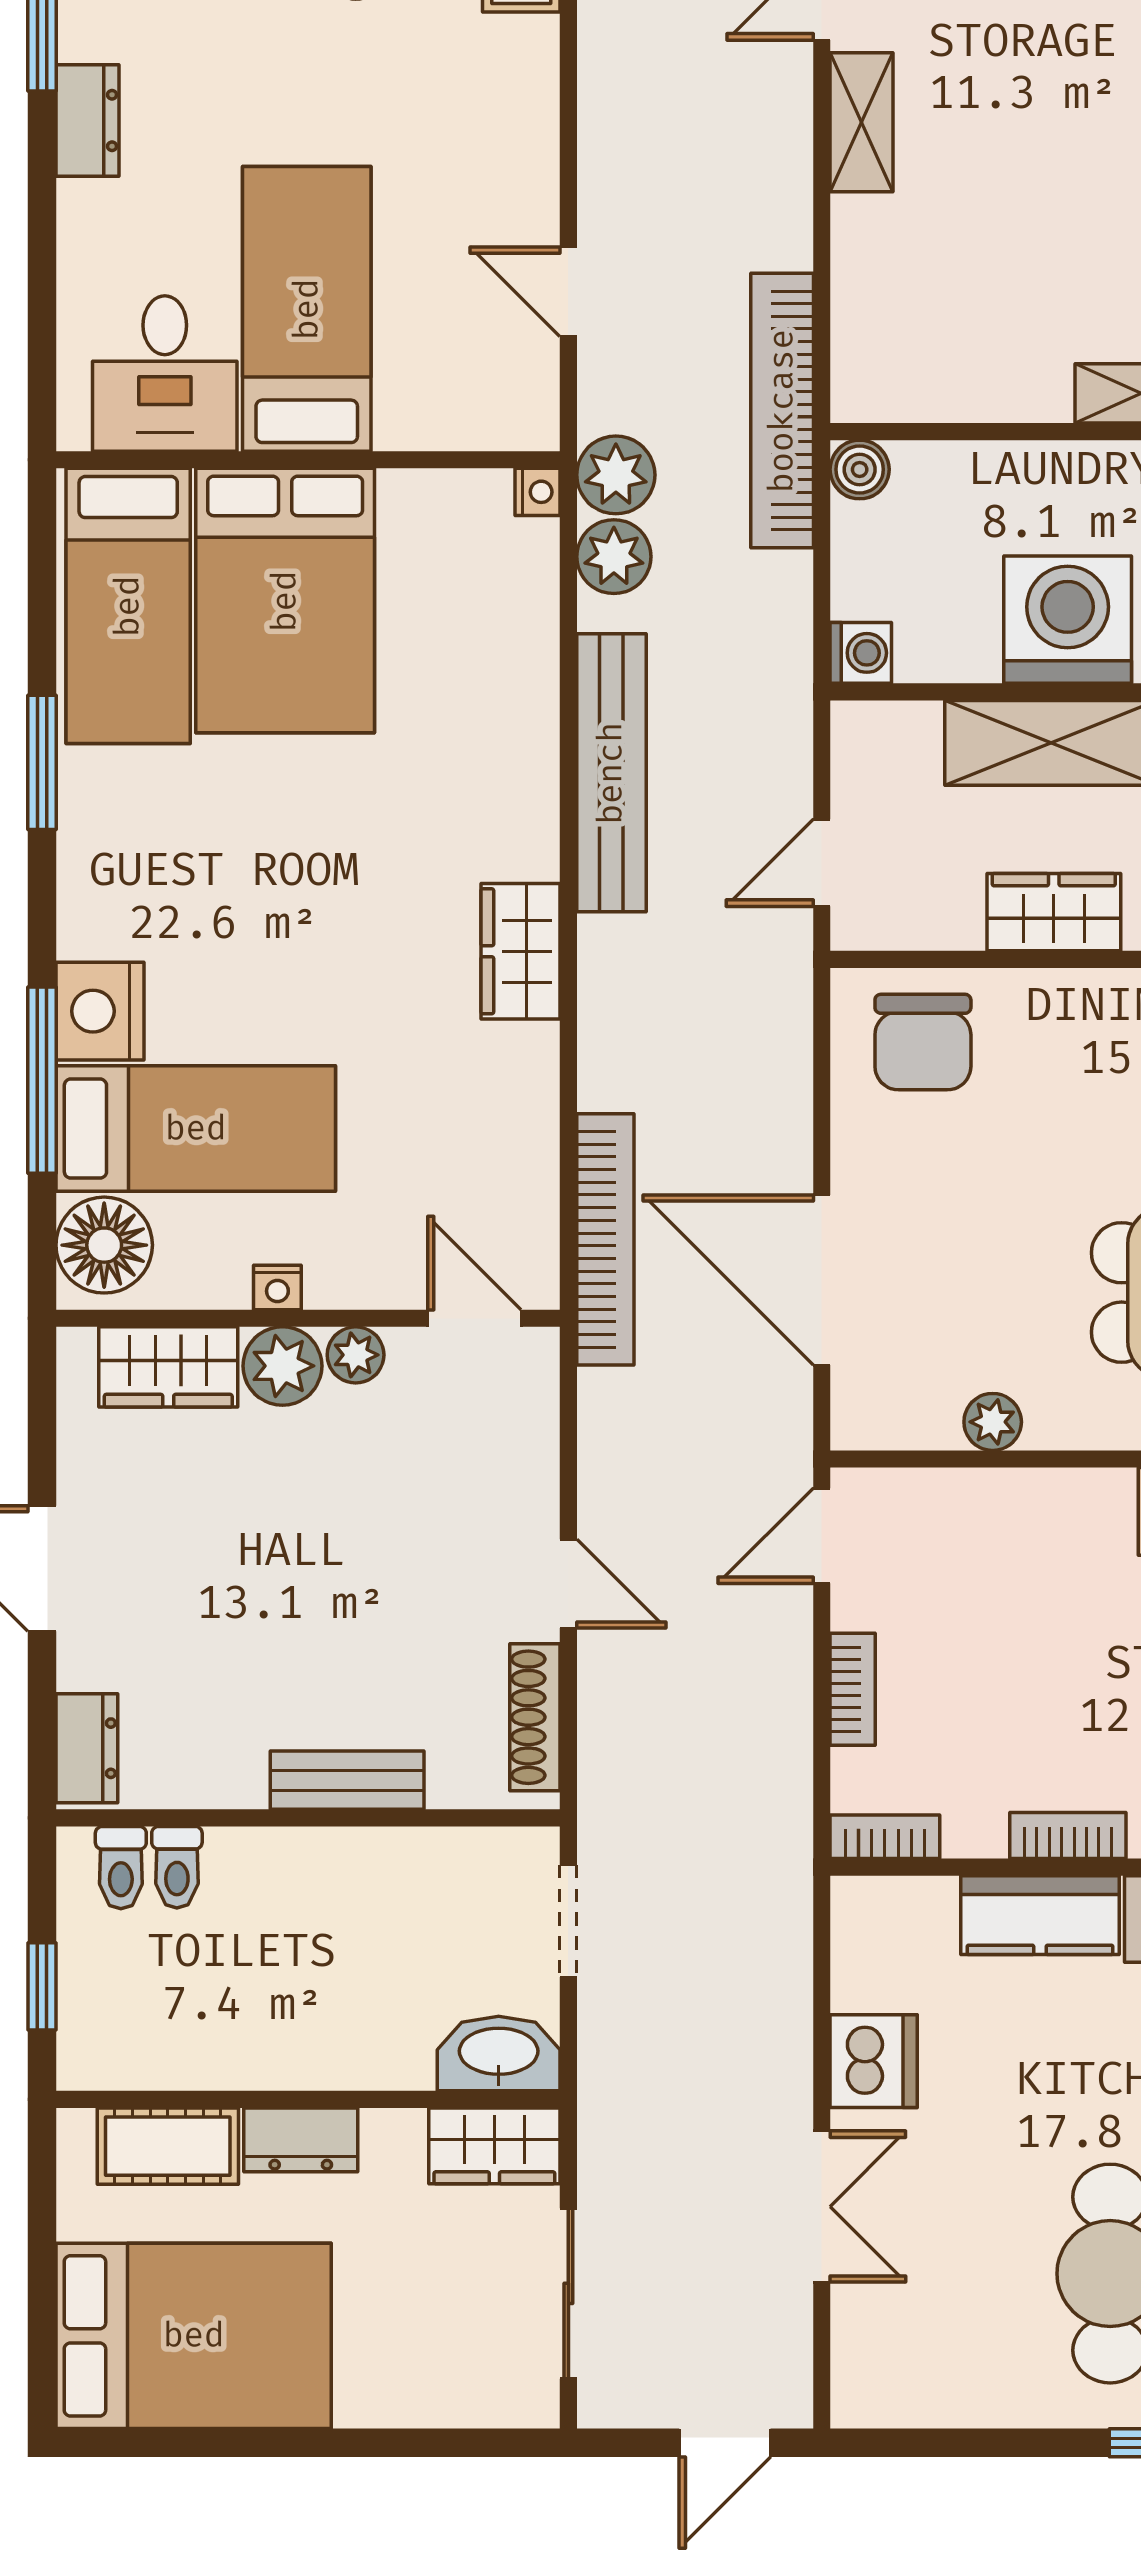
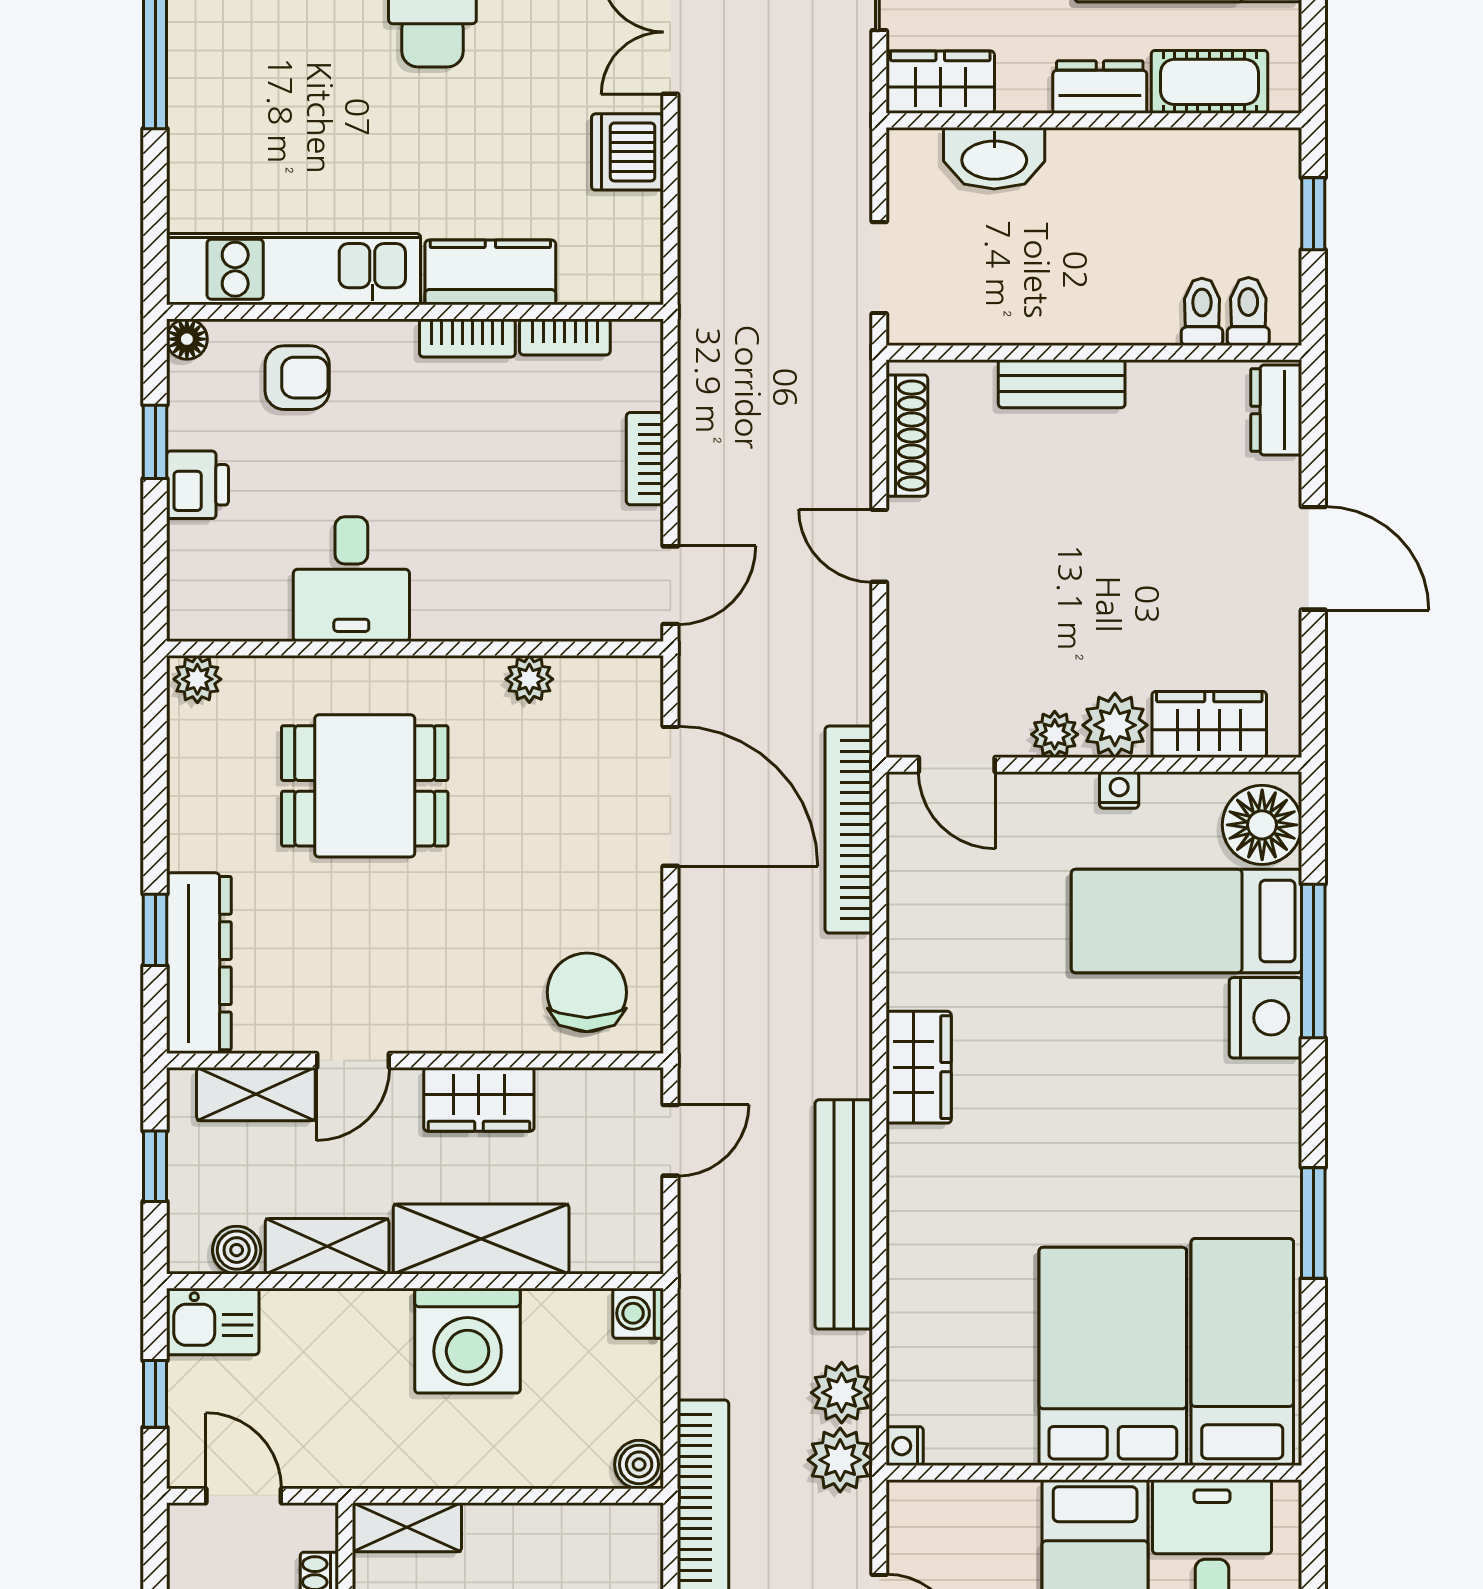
bookcase: (885, 1837) -> (565, 337), moved
washbasin: (499, 2053) -> (994, 158), moved

